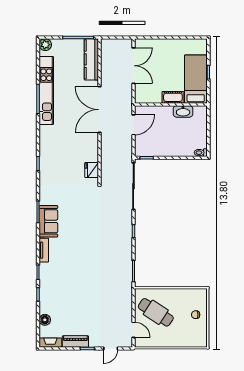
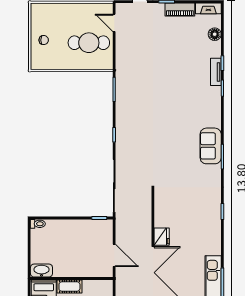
washbasin: (183, 111) -> (41, 271), moved
door: (133, 125) -> (114, 255), swing flipped
fridge: (92, 170) -> (162, 237), moved
tv unit: (44, 250) -> (216, 72), moved
cafe table: (156, 312) -> (89, 43), turned -33

